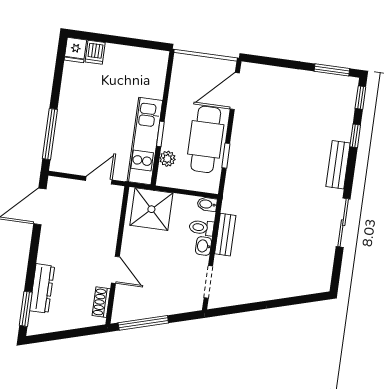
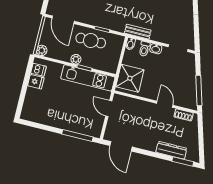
fridge: (75, 50) -> (36, 82), moved
dishwasher: (95, 52) -> (38, 70), moved
plant: (181, 62) -> (42, 50), added
cafe table: (206, 139) -> (91, 41), width x0.73, depth x0.74
plant: (167, 159) -> (76, 59), moved
bench: (225, 235) -> (138, 32), moved
door: (115, 270) -> (165, 104), hinge flipped

